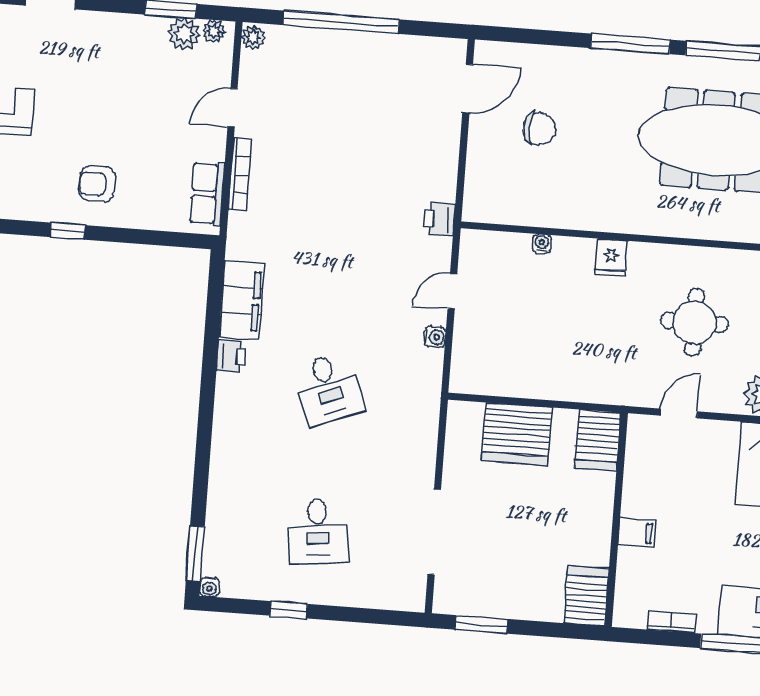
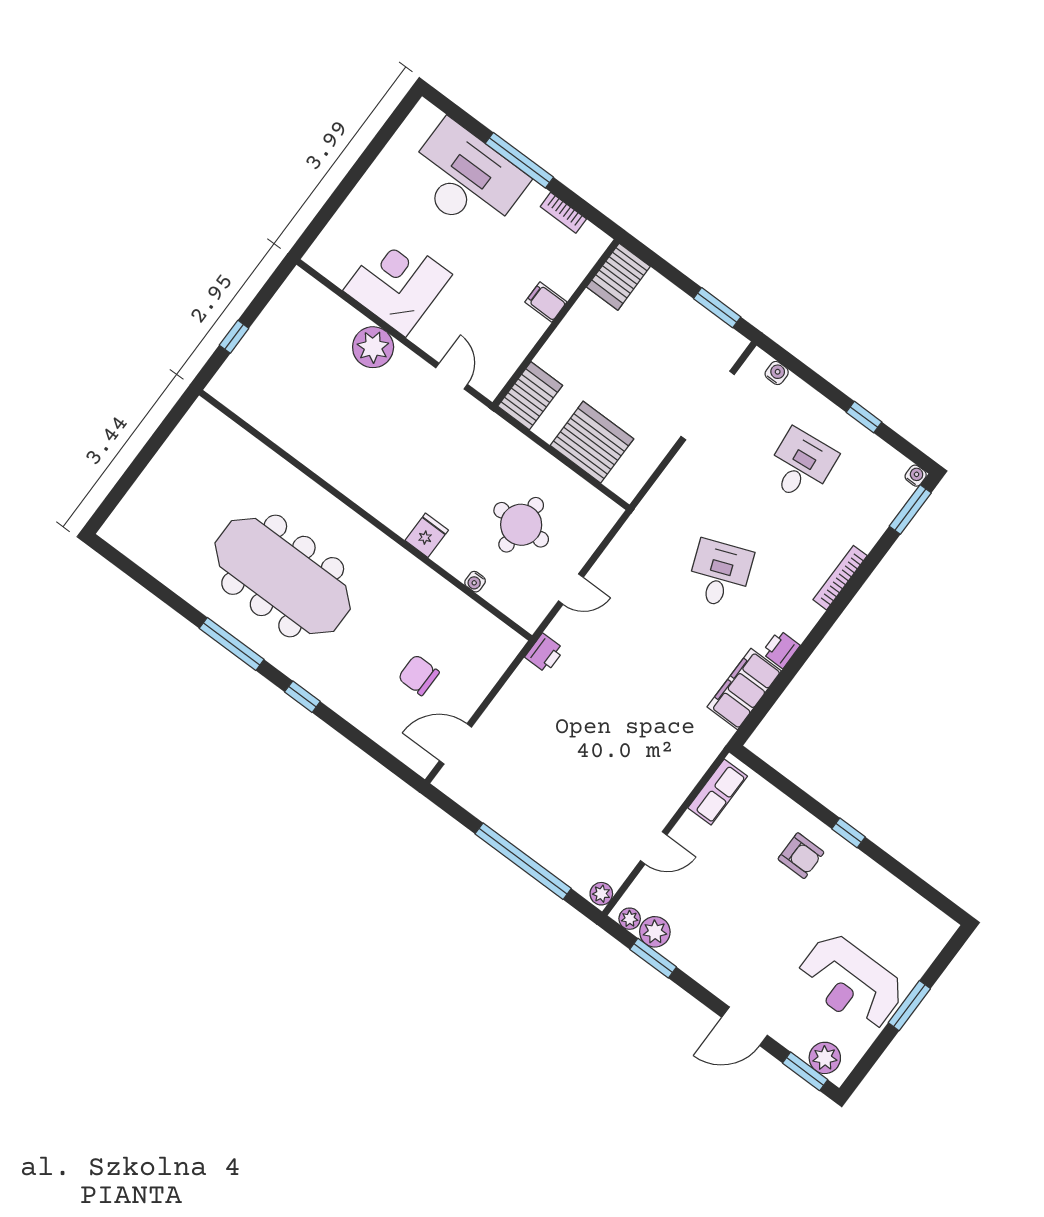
window: (630, 44) -> (302, 697), width x0.46
bookcase: (240, 175) -> (840, 578), moved
round table: (694, 322) -> (521, 525), moved
water cooler: (435, 337) -> (777, 373), moved, turned 90
door: (679, 413) -> (452, 376), swing flipped

